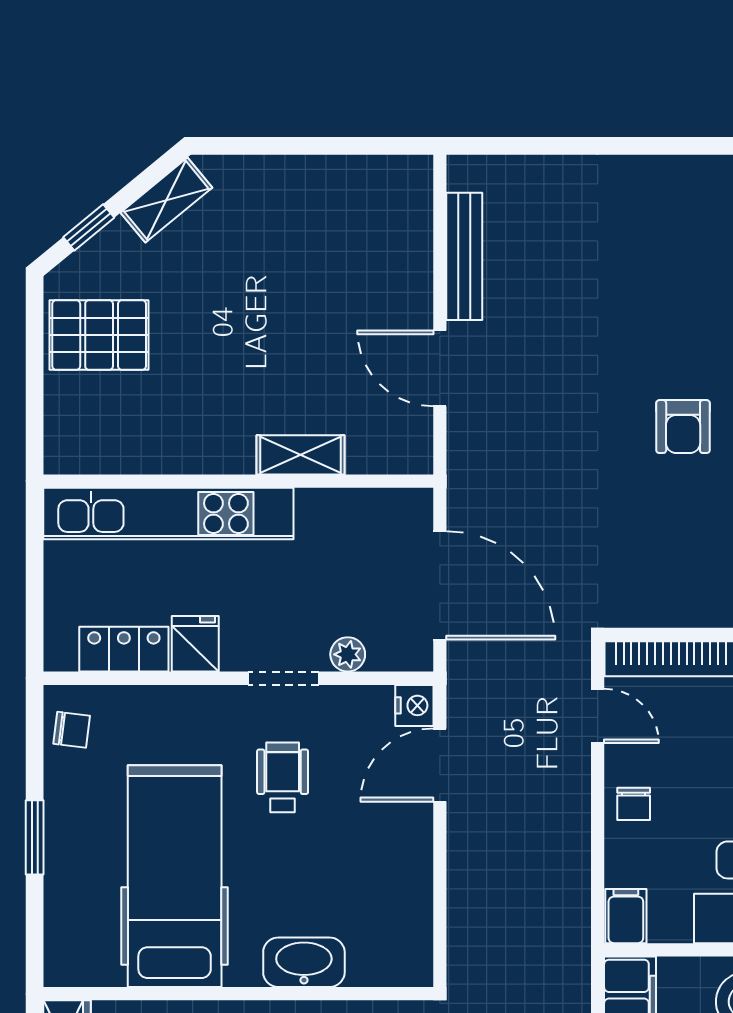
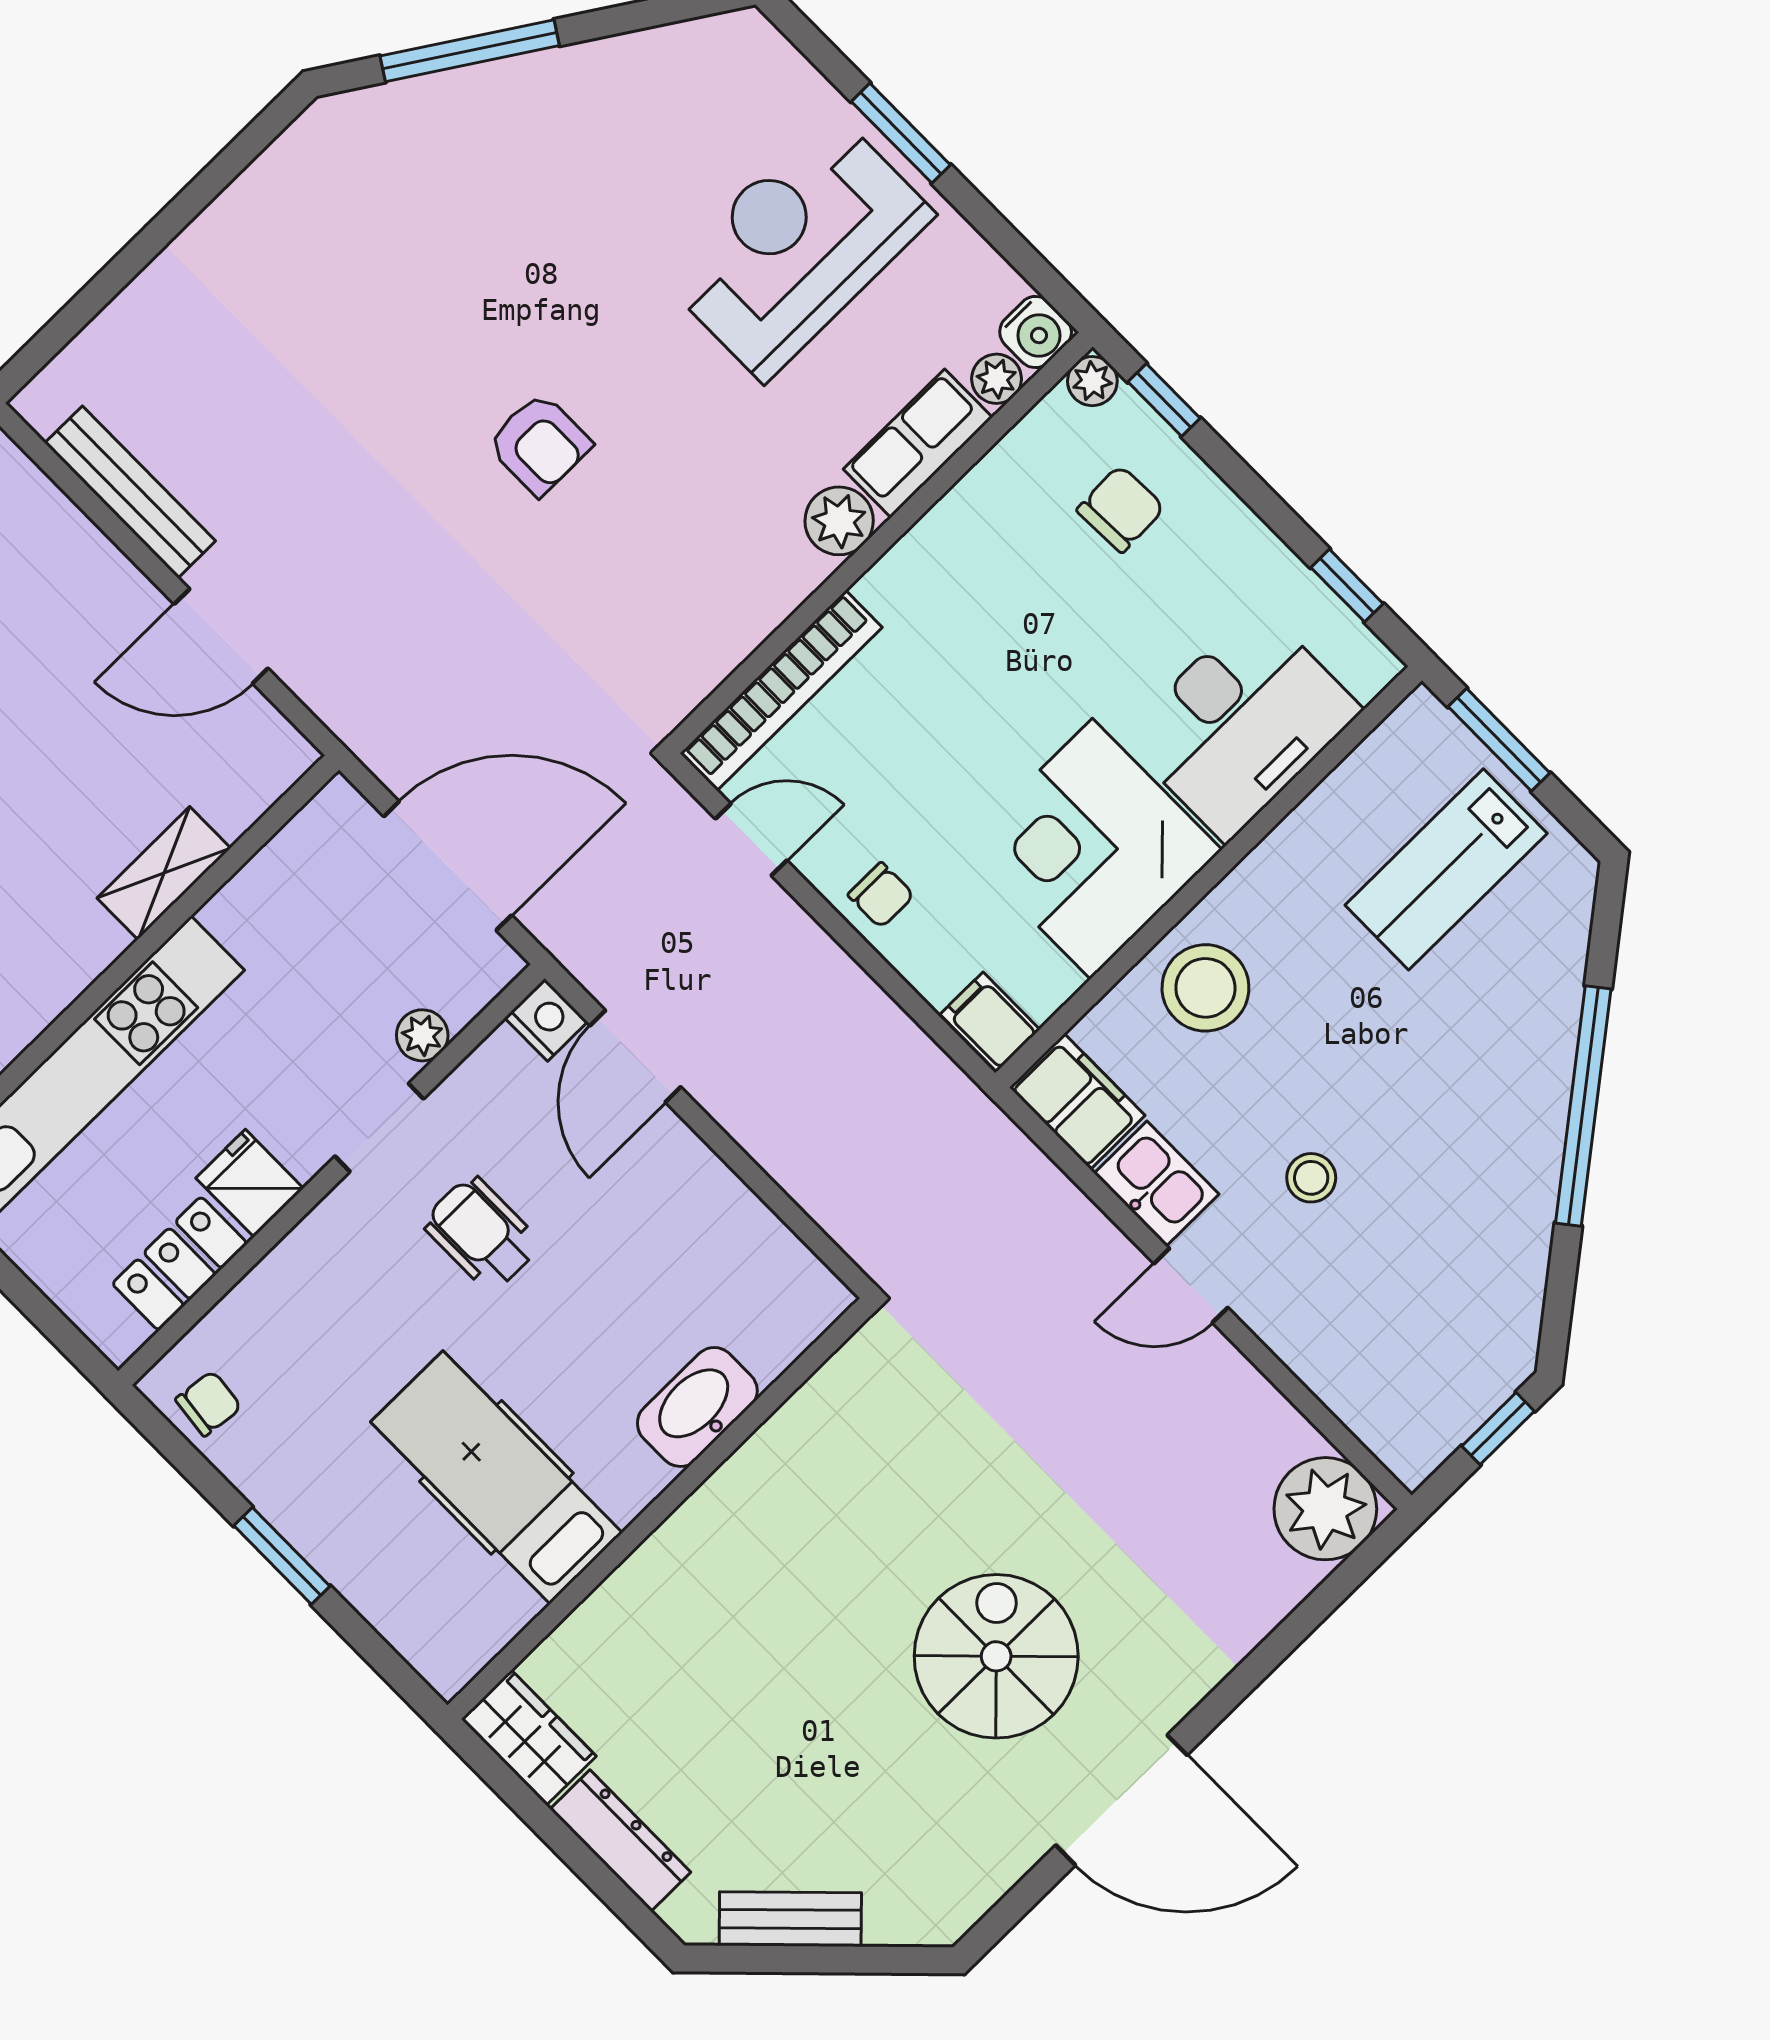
hospital bed: (175, 876) -> (496, 1477), width x0.73, depth x0.78

